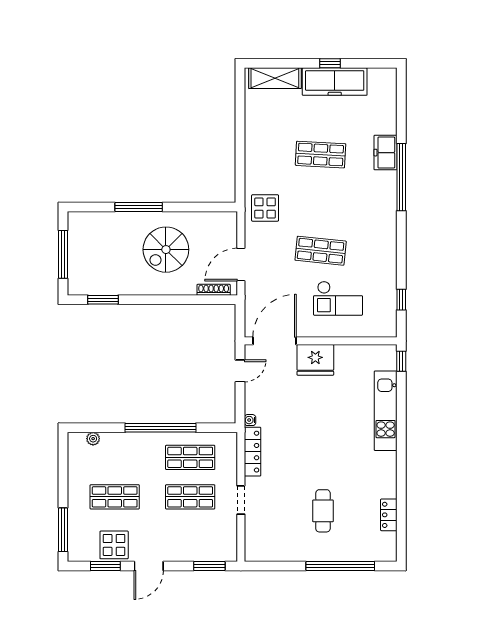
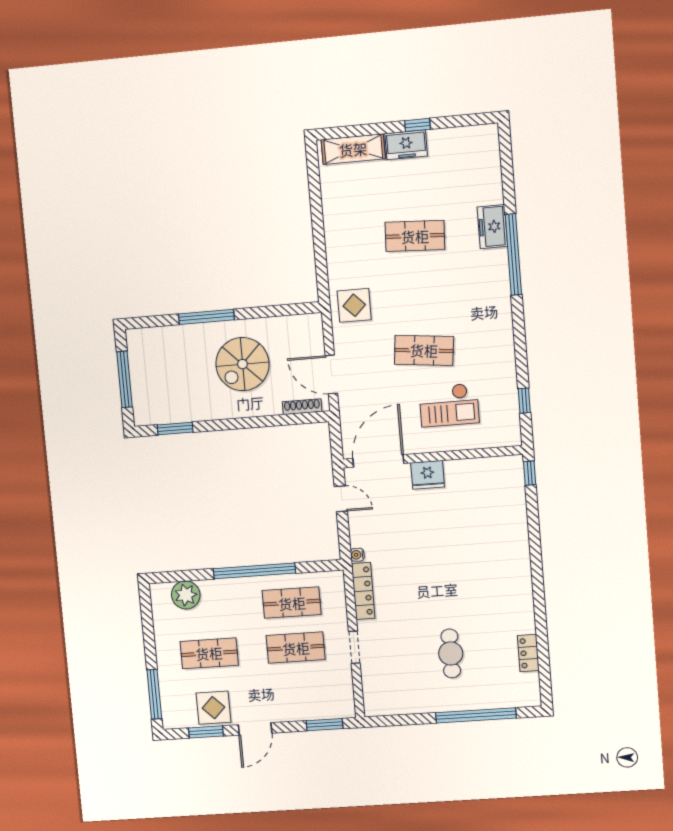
freezer: (335, 82) -> (406, 145), width x0.52, depth x0.79
door: (241, 265) -> (331, 374), hinge flipped
fridge: (315, 360) -> (428, 475), width x0.73, depth x0.75
door: (240, 371) -> (341, 499), hinge flipped
kitchen unit: (386, 411) -> (515, 533), removed
plant: (93, 439) -> (186, 595), width x1.87, depth x1.87

